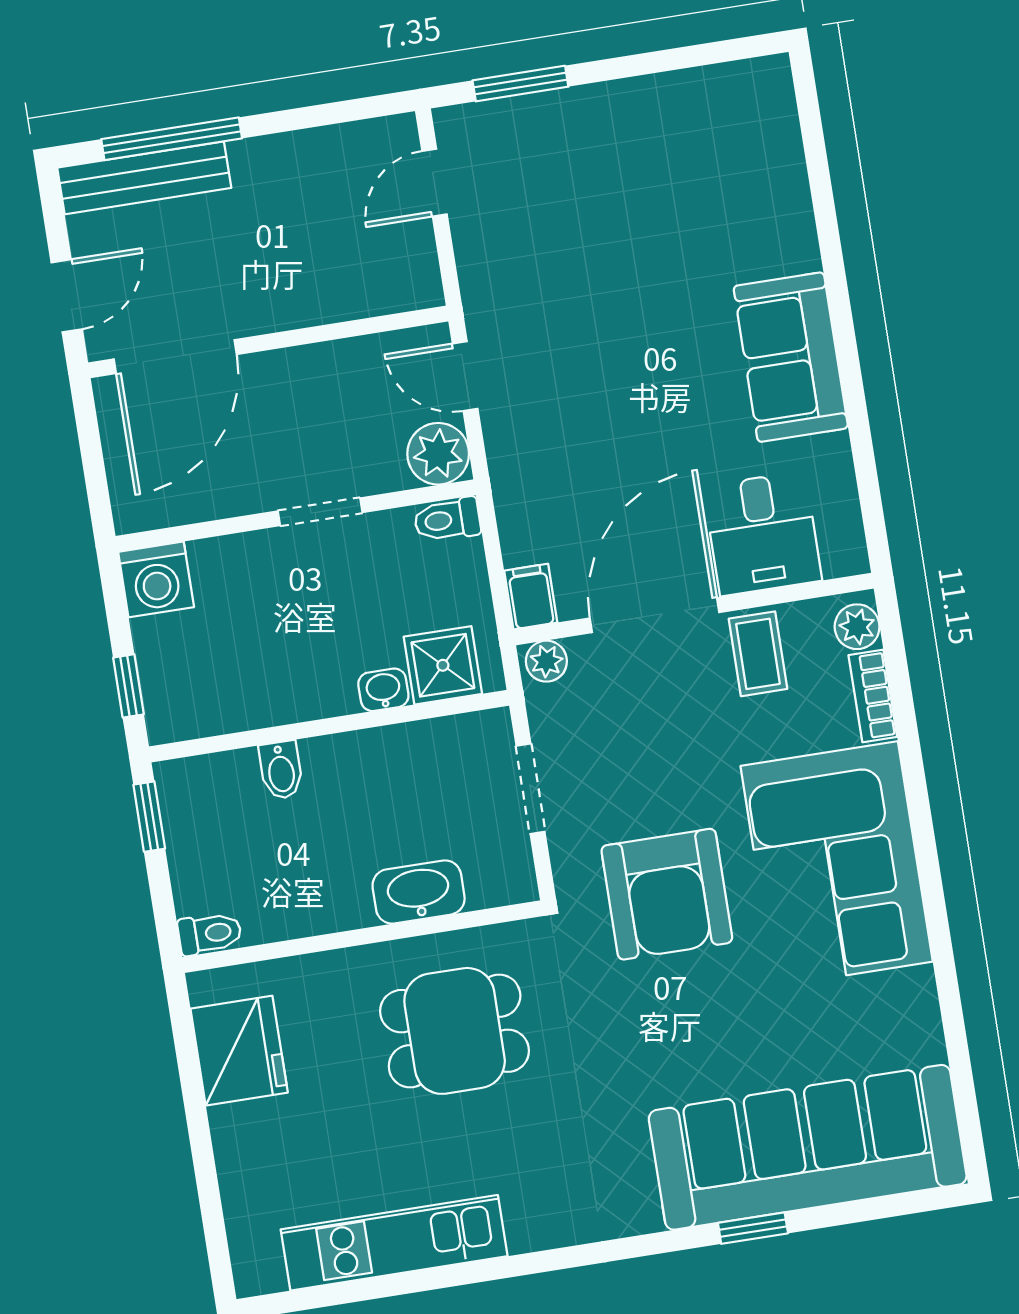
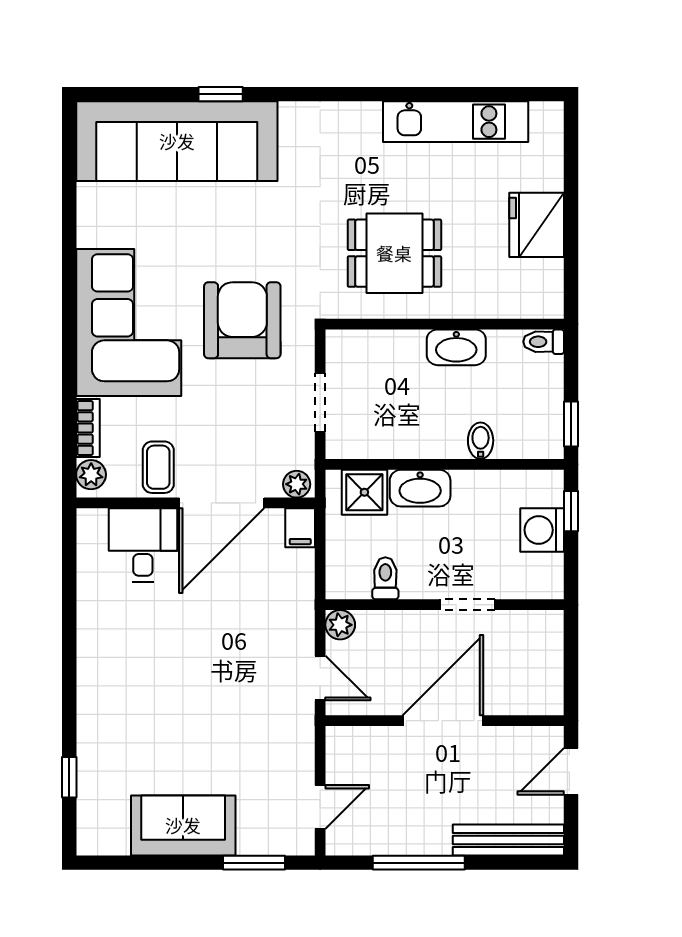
window: (172, 139) -> (419, 863), moved
window: (818, 168) -> (69, 777), added
door: (175, 357) -> (443, 721), moved
sofa: (791, 357) -> (183, 825), moved, turned -90
plant: (438, 454) -> (340, 625), width x0.73, depth x0.73
doorway: (320, 512) -> (467, 605), moved
toilet: (447, 520) -> (385, 578), moved, turned -90
washing machine: (156, 579) -> (542, 530), moved, turned -90
washbasin: (383, 690) -> (420, 488), width x1.91, depth x1.45
washbasin: (419, 892) -> (456, 347), moved
fridge: (239, 1051) -> (537, 225), moved

